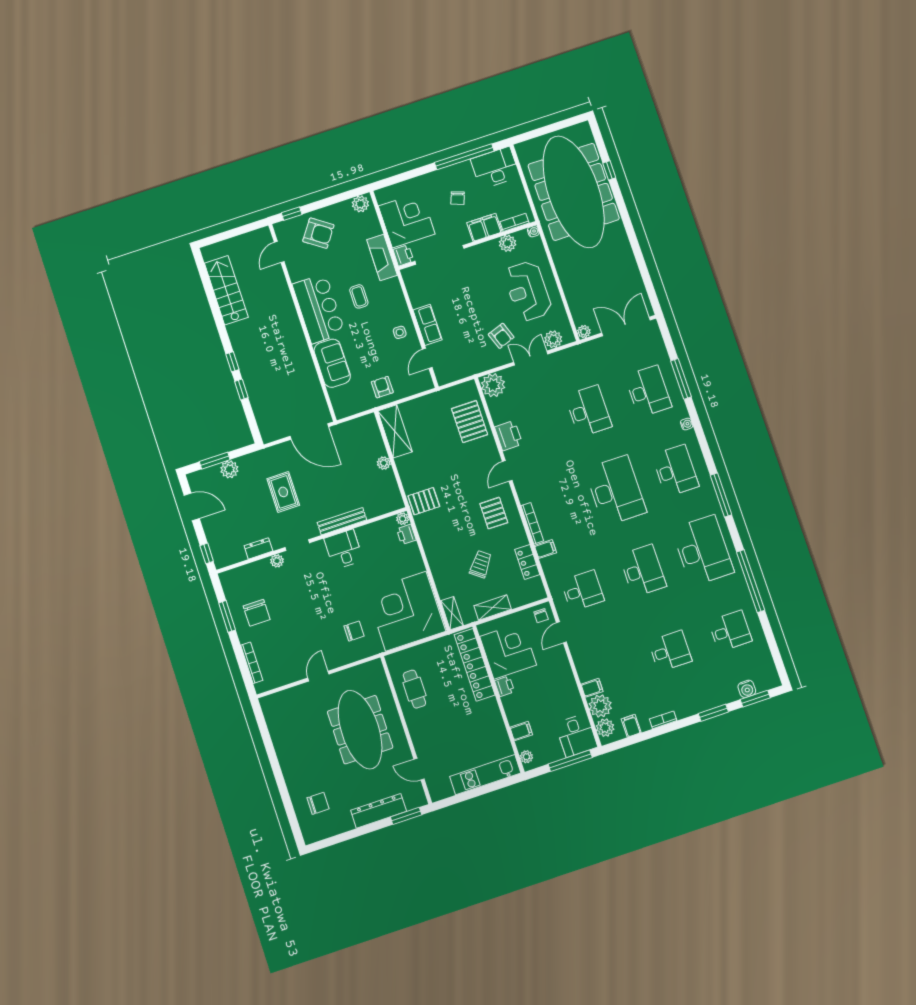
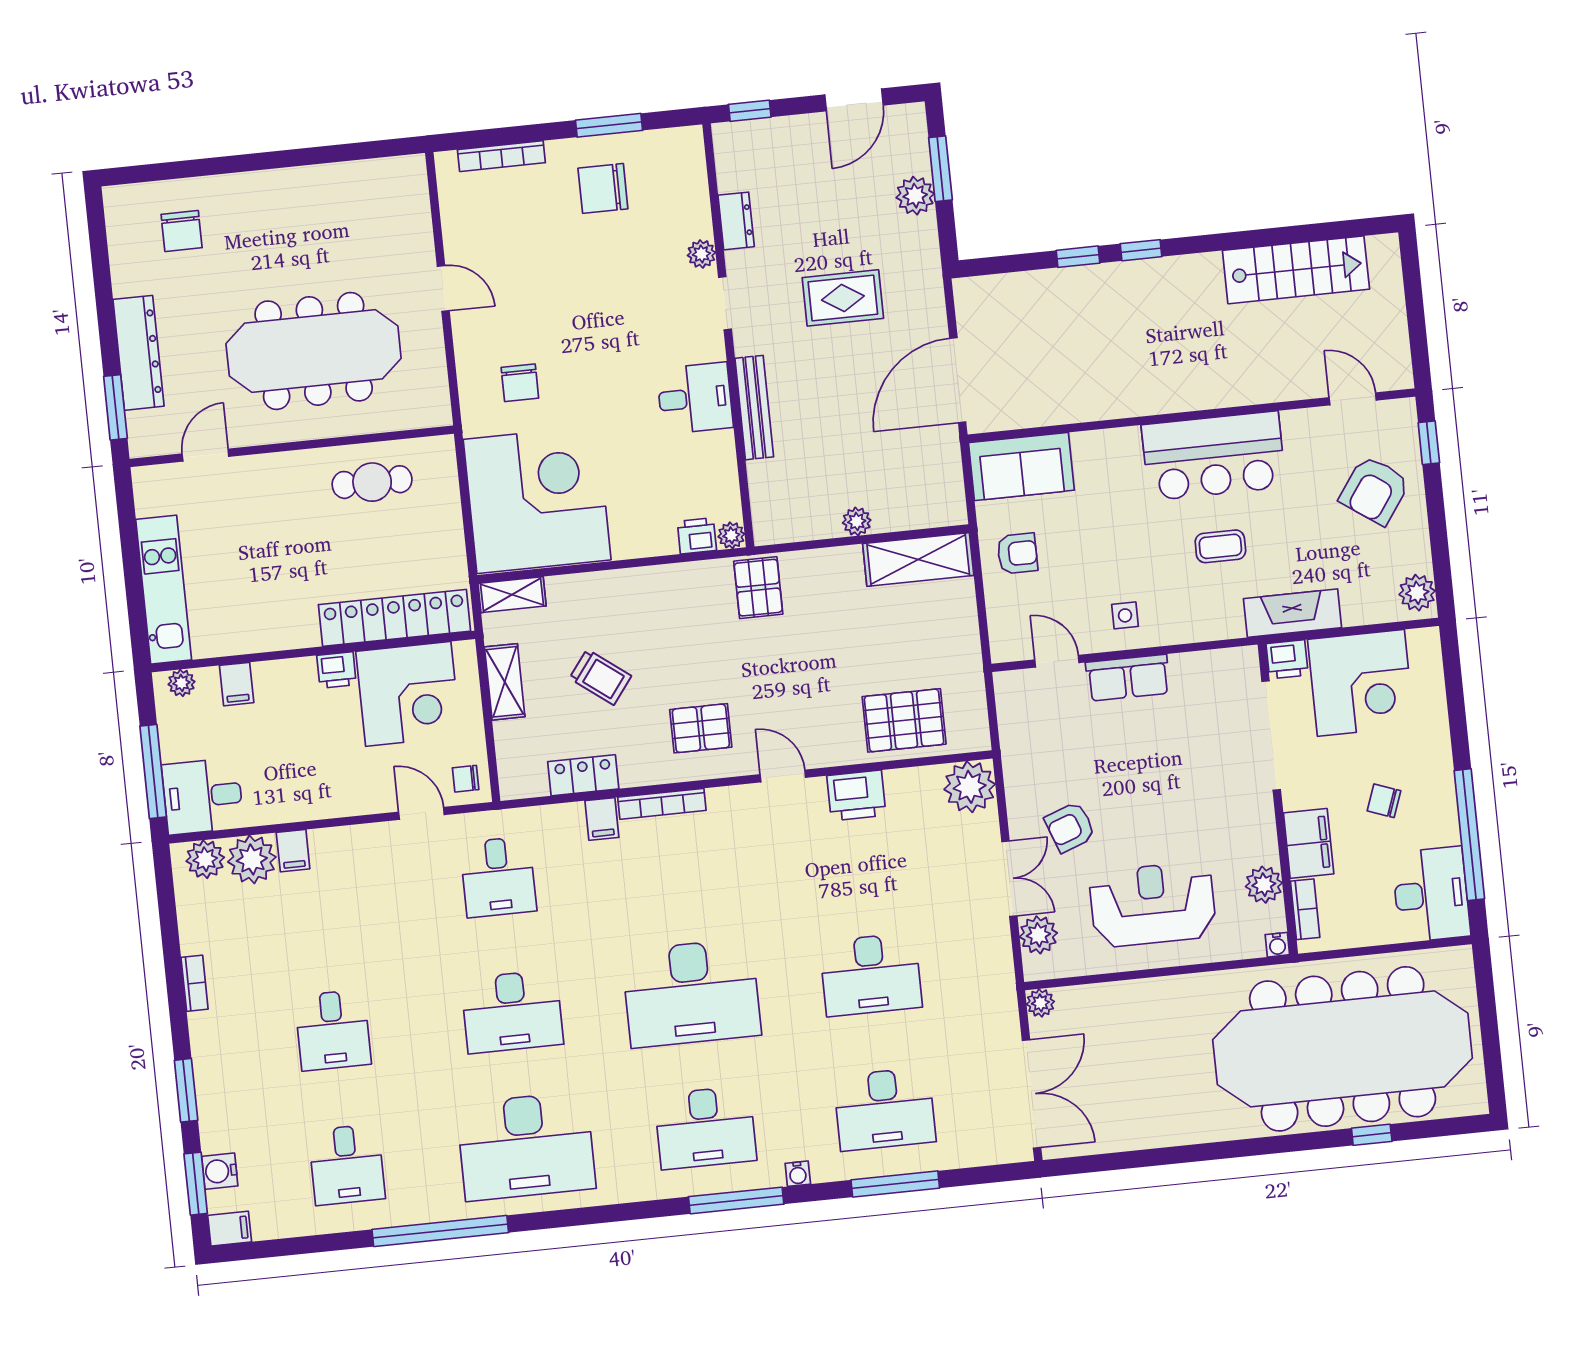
sofa: (332, 363) -> (1021, 466), moved
window: (721, 495) -> (736, 1200), moved
filing cabinet: (631, 726) -> (230, 1229), moved

